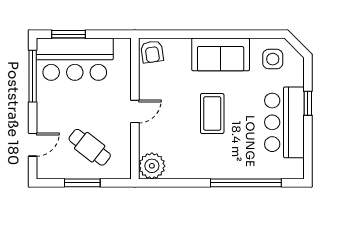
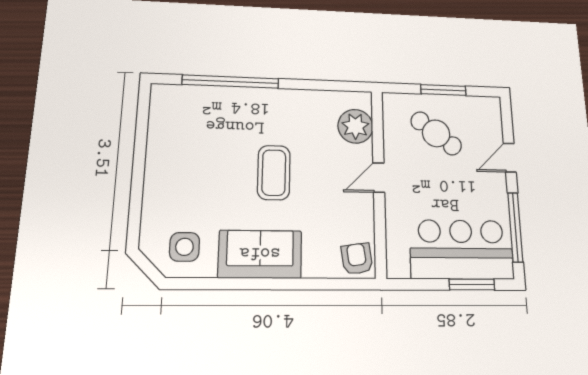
window: (308, 103) -> (137, 183), removed
bar counter: (284, 122) -> (173, 158), removed
door: (33, 145) -> (510, 158), moved
plant: (152, 166) -> (355, 126), moved

